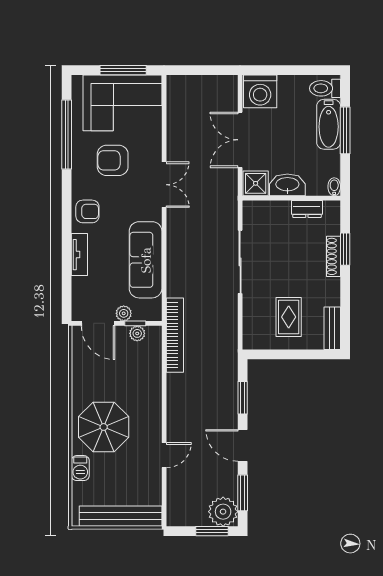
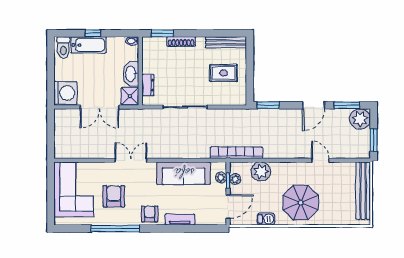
window: (123, 70) -> (51, 189), removed
window: (345, 130) -> (93, 33), width x0.46
window: (67, 135) -> (115, 229), moved
armchair: (113, 160) -> (114, 196), turned 180
dresser: (307, 209) -> (148, 85), moved
window: (345, 249) -> (163, 33), moved
plant: (124, 313) -> (221, 177), moved
bench: (332, 328) -> (226, 42), width x1.36
plant: (148, 370) -> (261, 171), added
window: (243, 398) -> (268, 105), moved
barbecue: (80, 468) -> (266, 219), moved
window: (212, 531) -> (374, 140), moved

